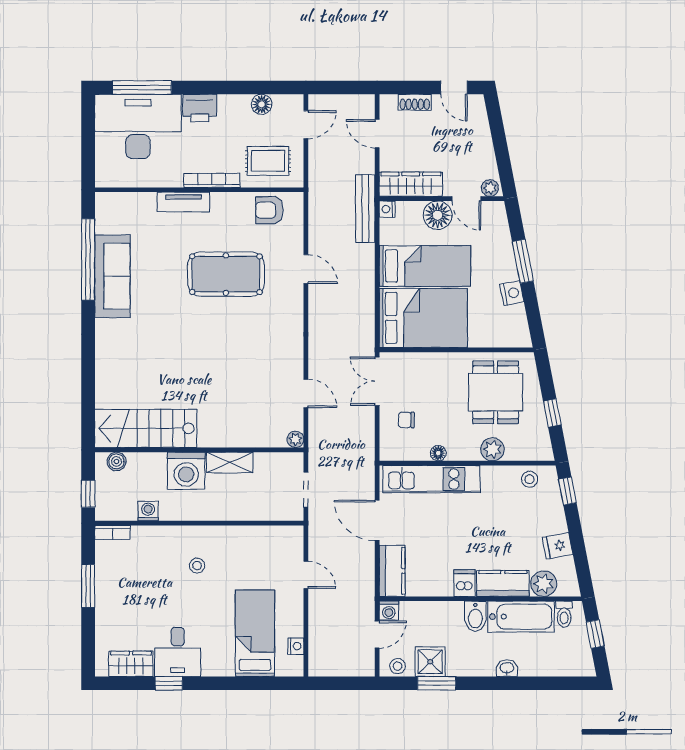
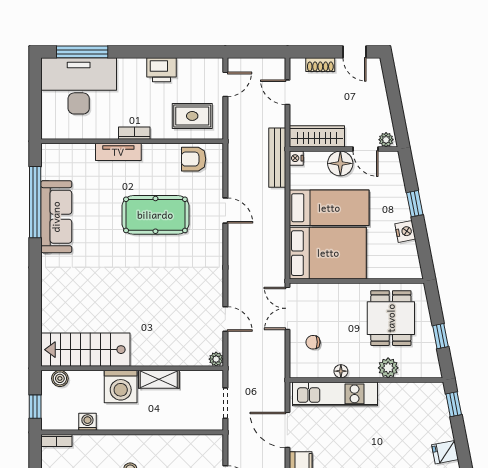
floor lamp: (262, 104) -> (187, 67), removed
printer: (200, 108) -> (161, 70), moved
bookcase: (212, 180) -> (134, 133), width x0.64
window: (523, 261) -> (415, 204), width x0.67
stool: (530, 479) -> (421, 394), removed

